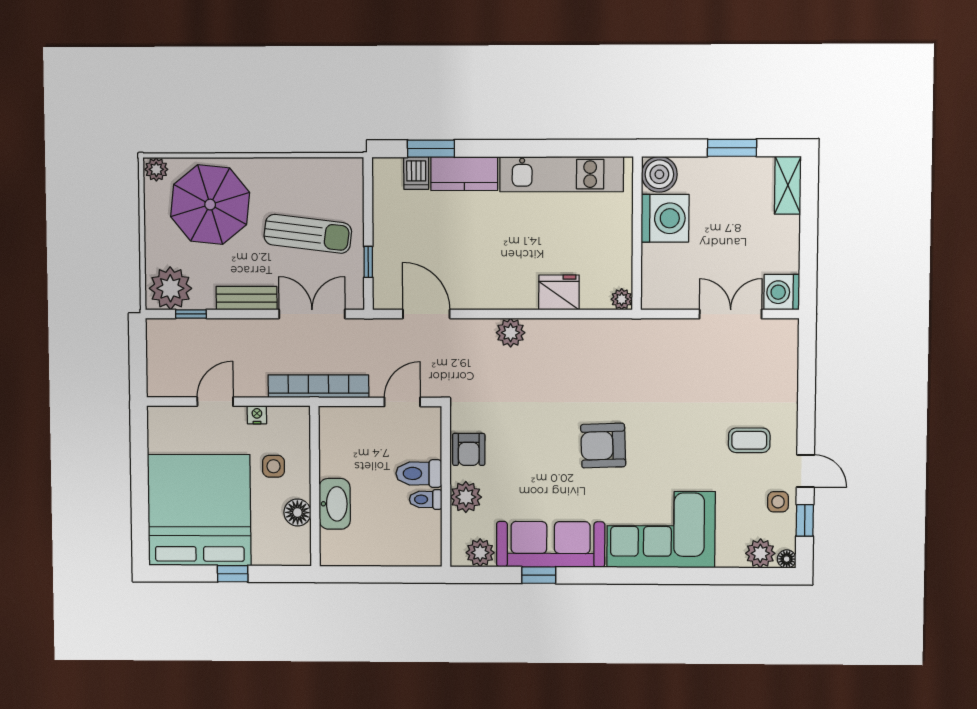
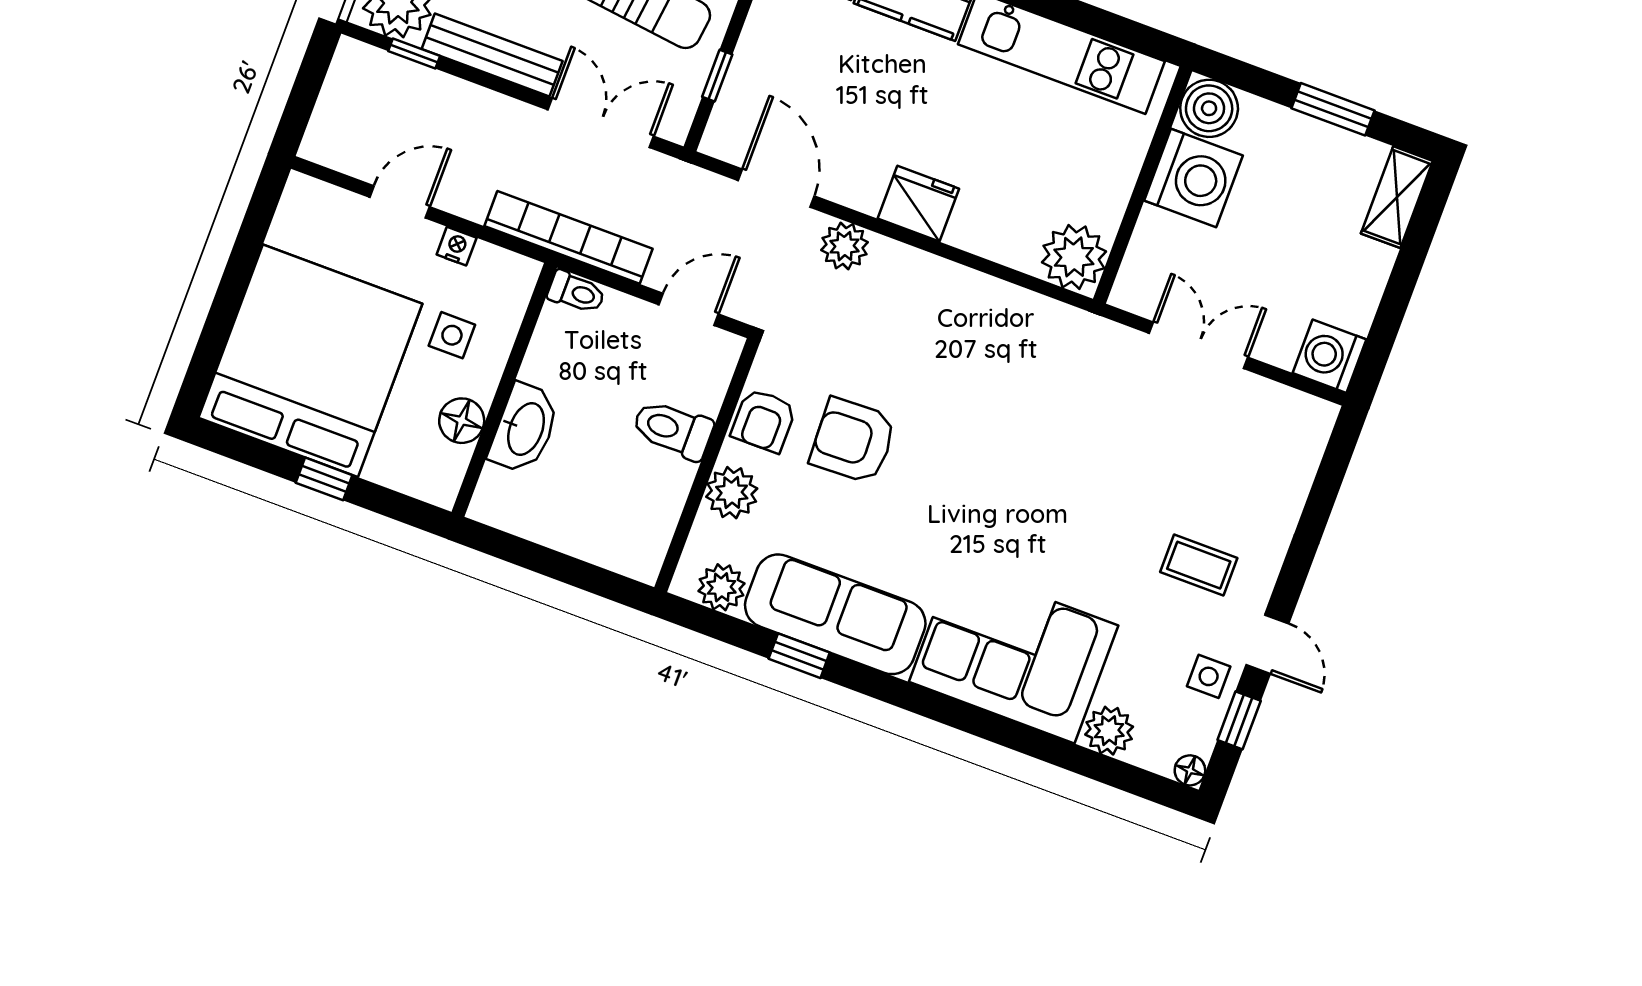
fridge: (559, 292) -> (918, 204), moved
bench: (247, 298) -> (492, 55), width x1.36
plant: (622, 299) -> (1074, 257), width x1.87, depth x1.87
double door: (731, 314) -> (1199, 345), moved
plant: (511, 333) -> (844, 246), moved
armchair: (603, 446) -> (853, 441), moved
toilet: (426, 499) -> (576, 292), moved, turned 180
plant: (760, 553) -> (1109, 731), moved

